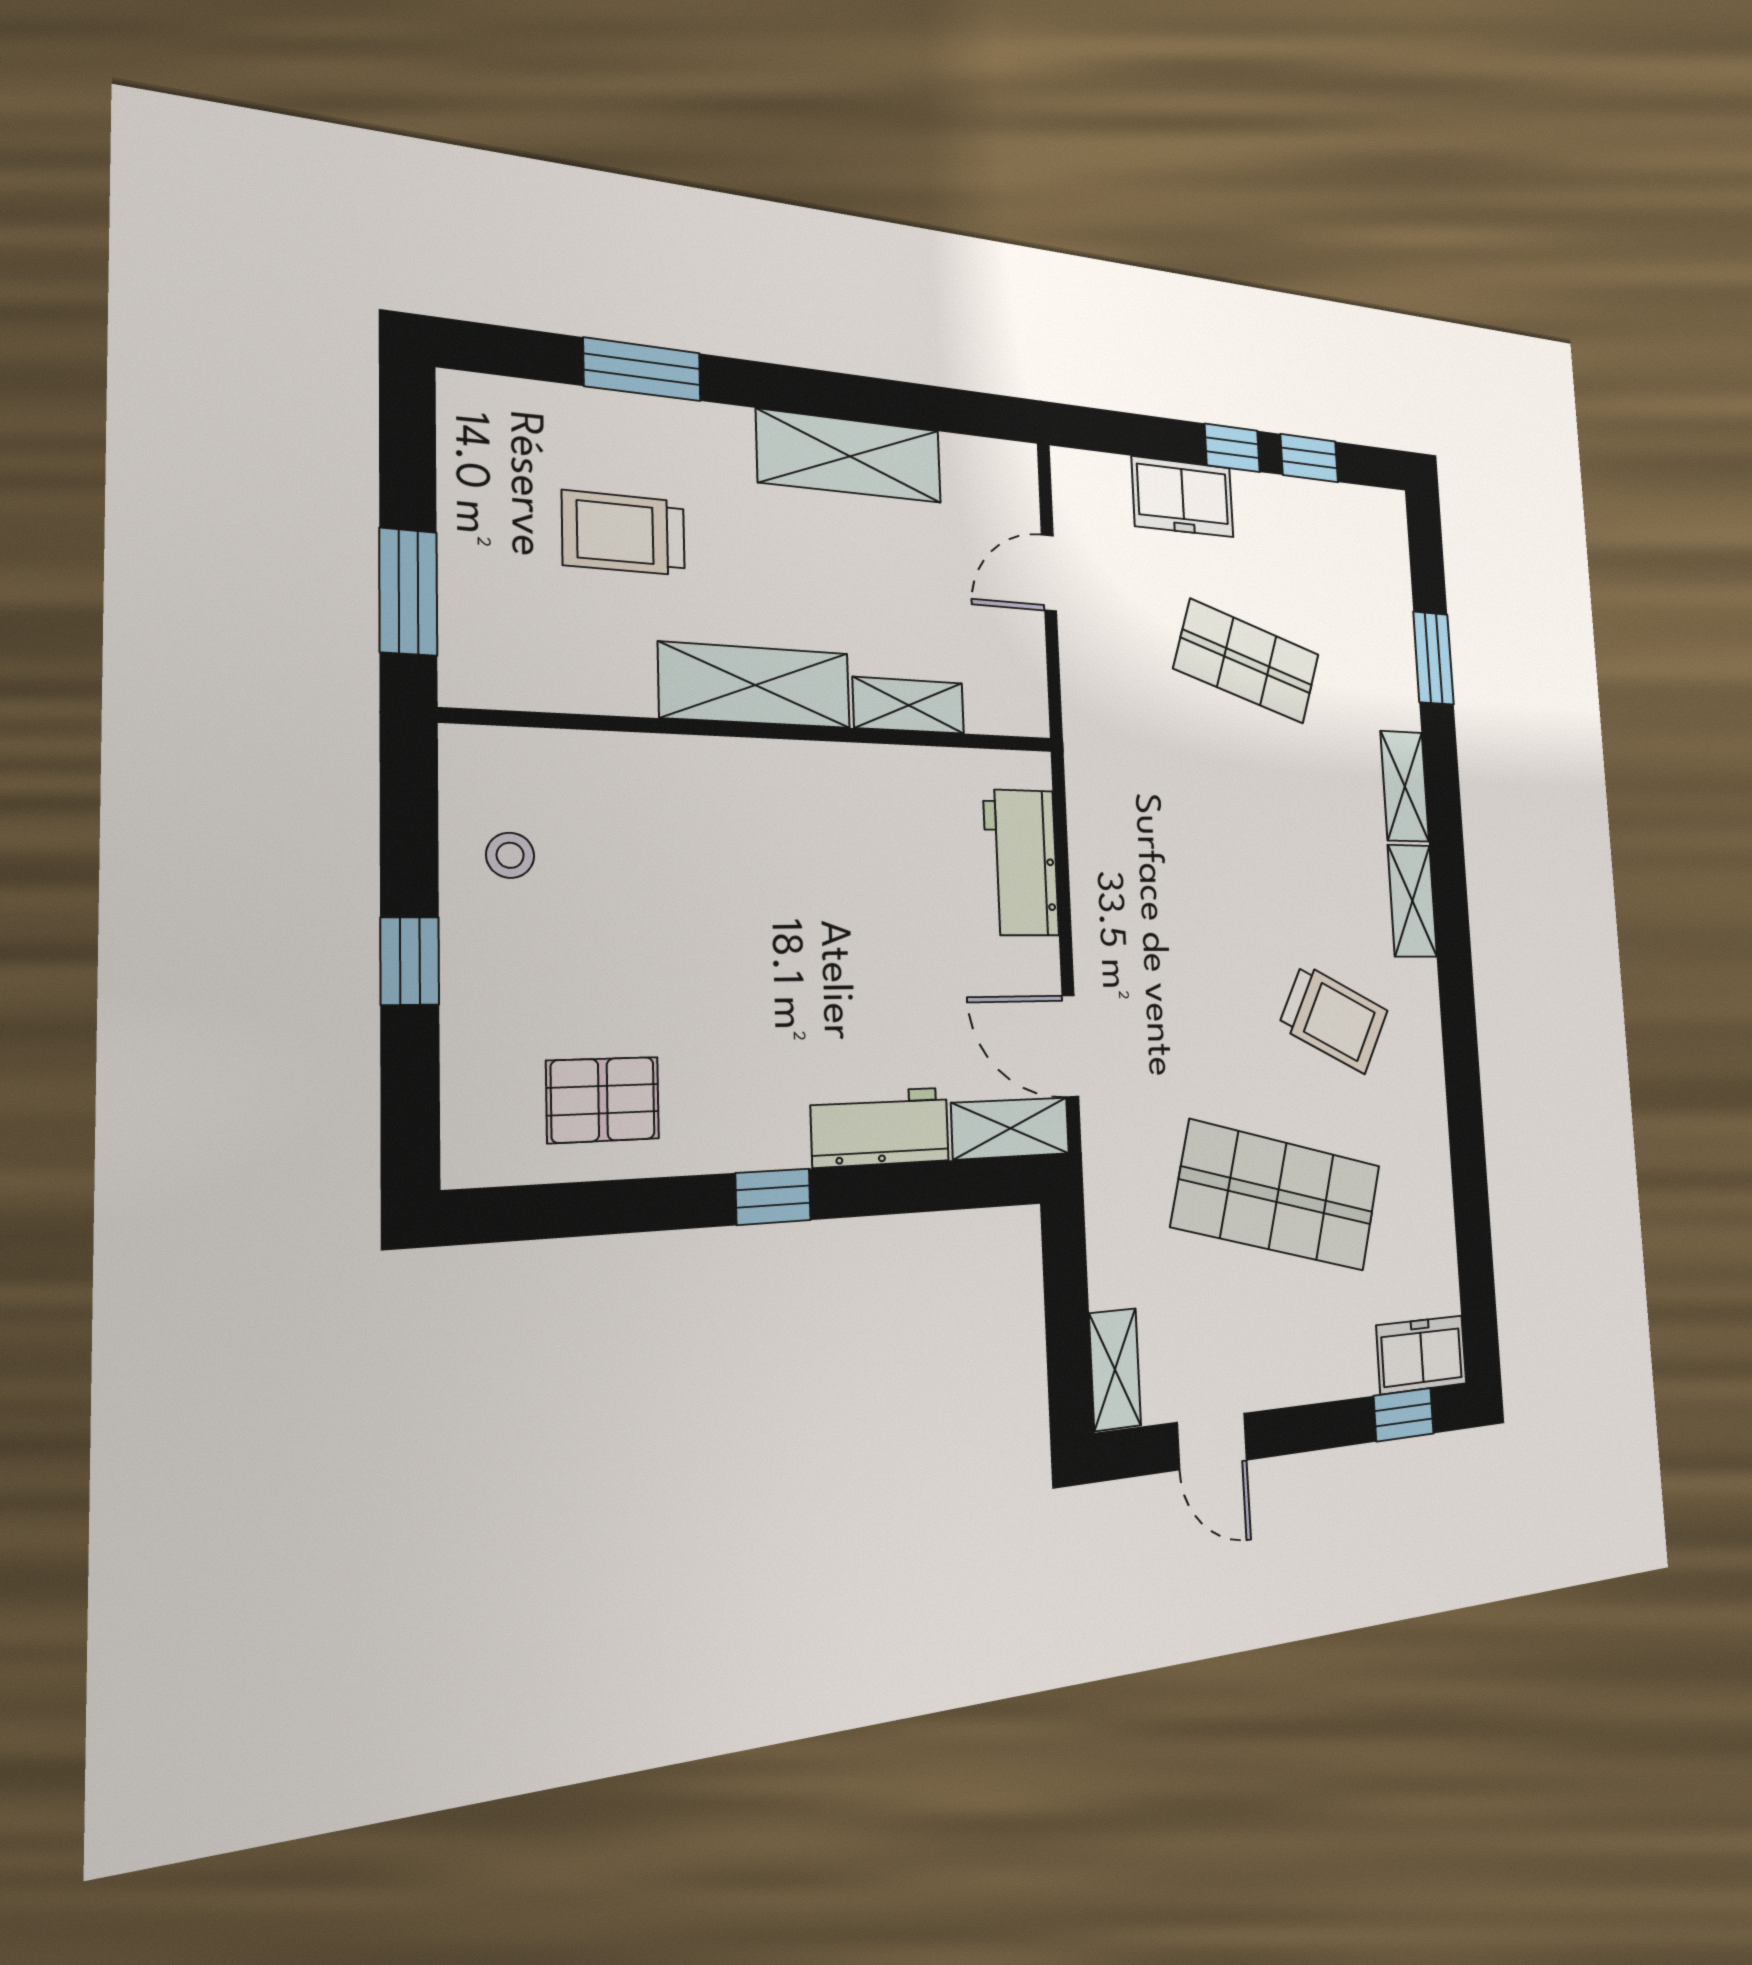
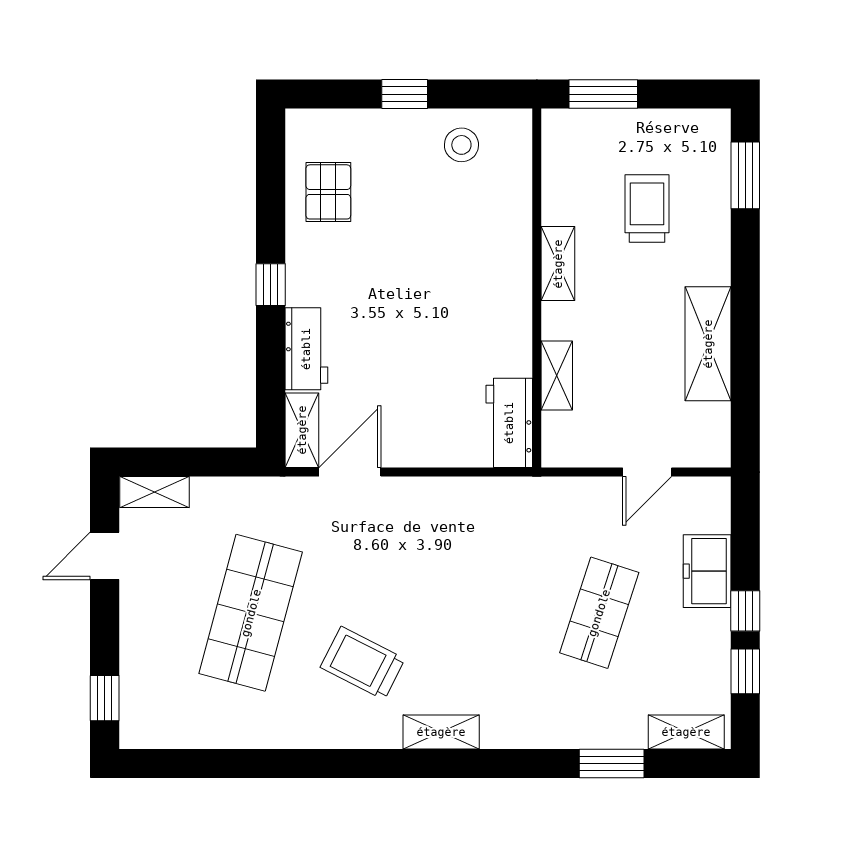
window: (642, 369) -> (745, 175), moved
door: (1049, 573) -> (647, 472), swing flipped
shelving: (755, 685) -> (558, 264), width x0.67, depth x0.75
shelving: (1405, 786) -> (686, 732), moved
stool: (510, 855) -> (461, 145), width x1.37, depth x1.37
workbench: (1021, 863) -> (509, 423), moved, turned -90
trolley: (1334, 1019) -> (363, 663), turned 90
freezer: (1422, 1355) -> (141, 715), removed

